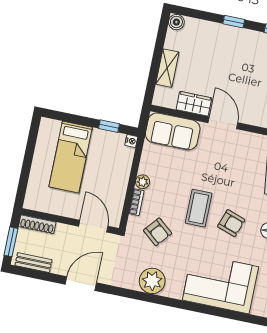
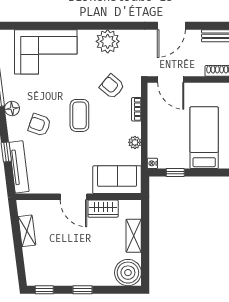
boiler: (176, 22) -> (128, 273), width x1.86, depth x1.86
plant: (143, 182) -> (135, 142), moved
armchair: (231, 223) -> (39, 125), moved

